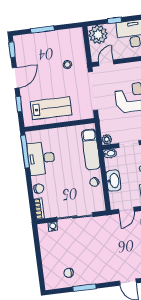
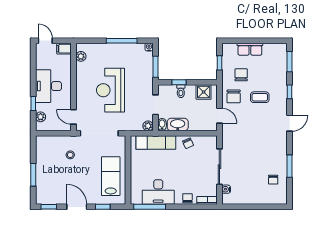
plant: (98, 35) -> (41, 117), width x0.53, depth x0.53
washbasin: (113, 181) -> (178, 125), moved

